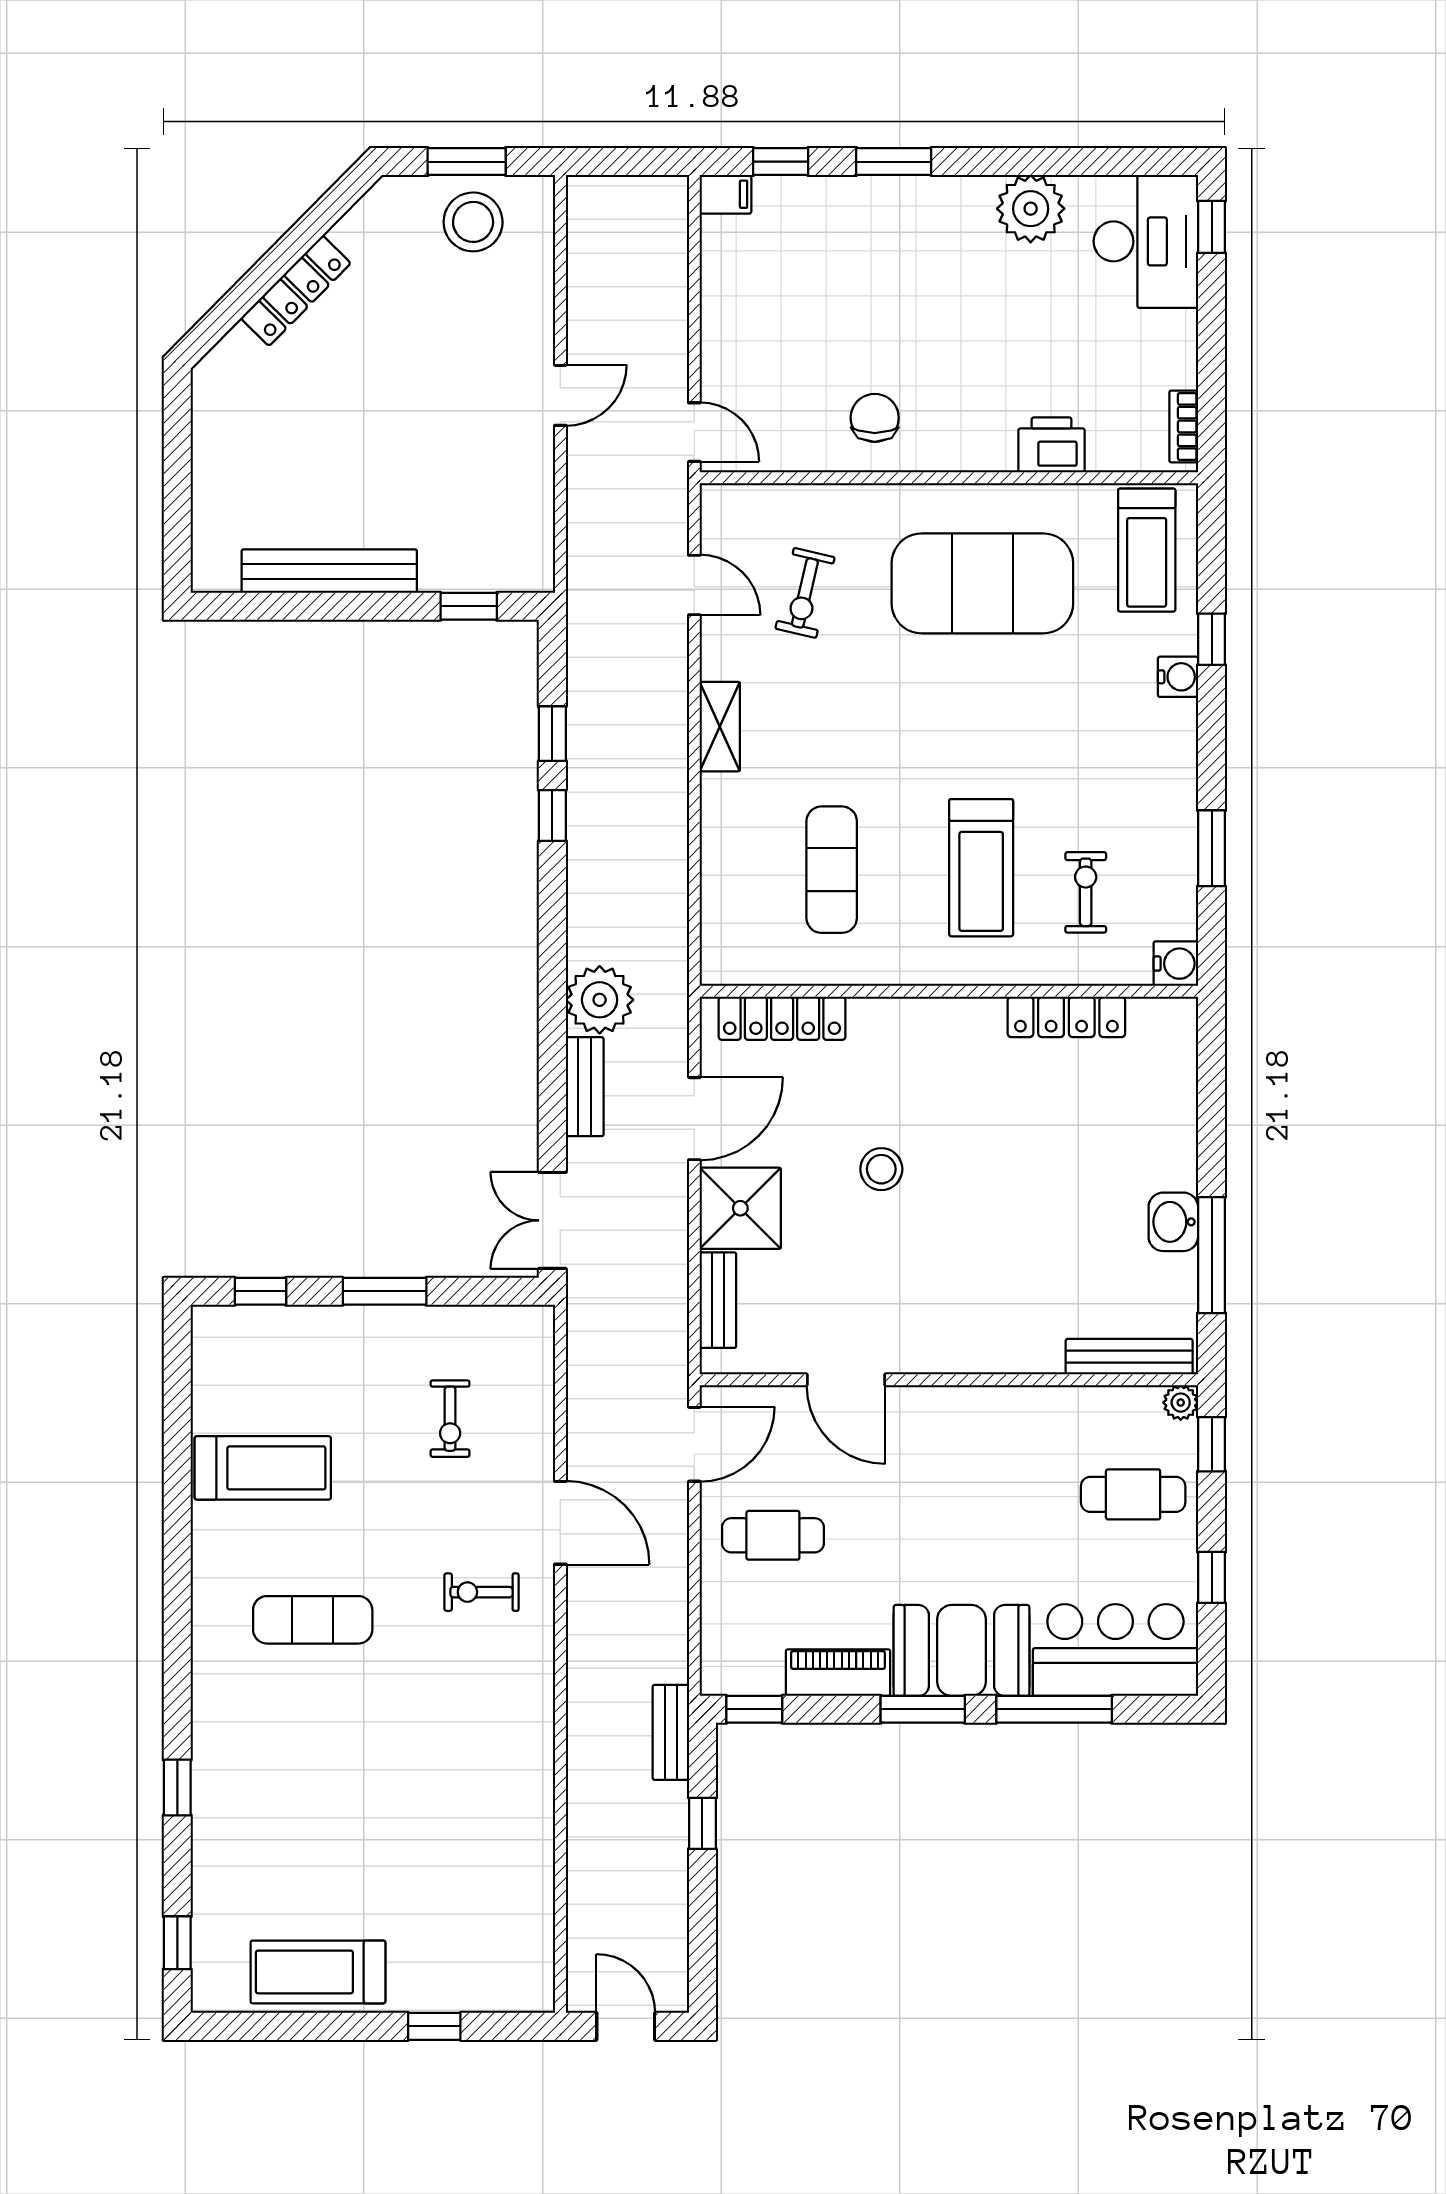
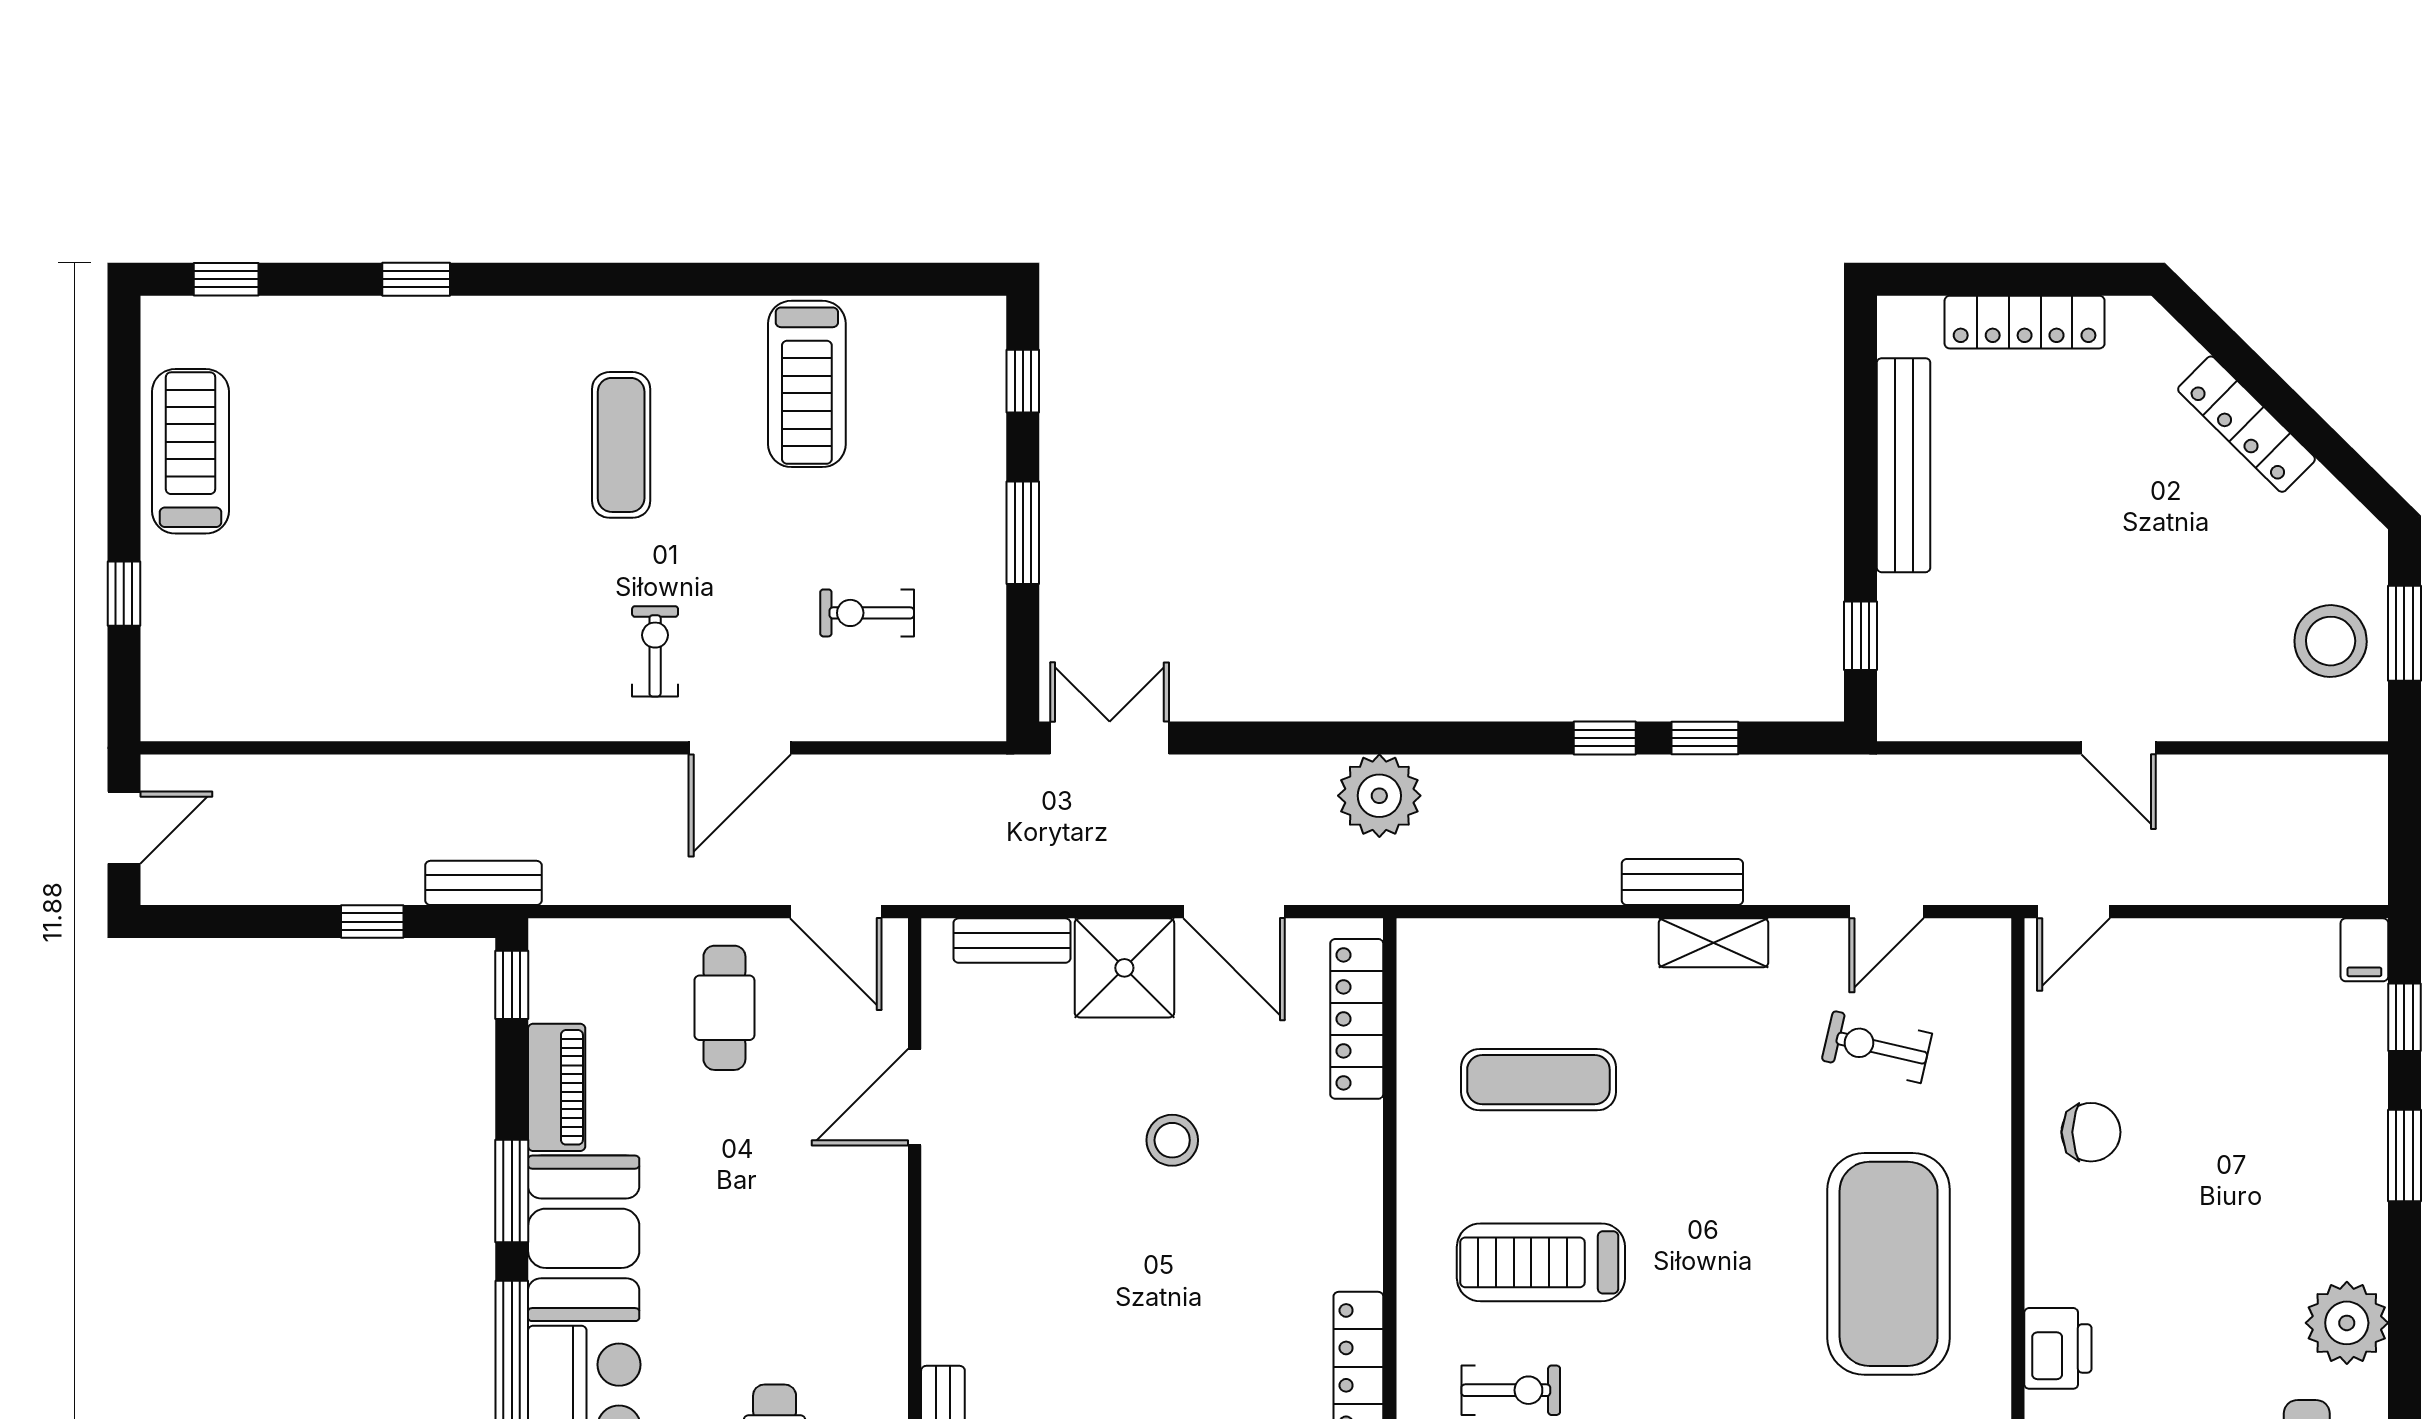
locker: (212, 472) -> (2025, 322), added
bench: (585, 1087) -> (1682, 882), moved

